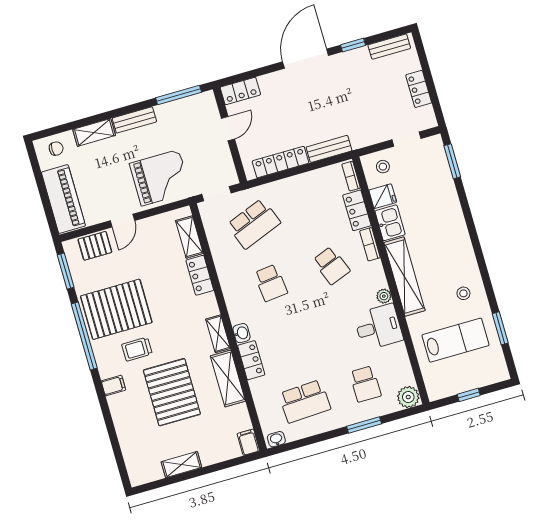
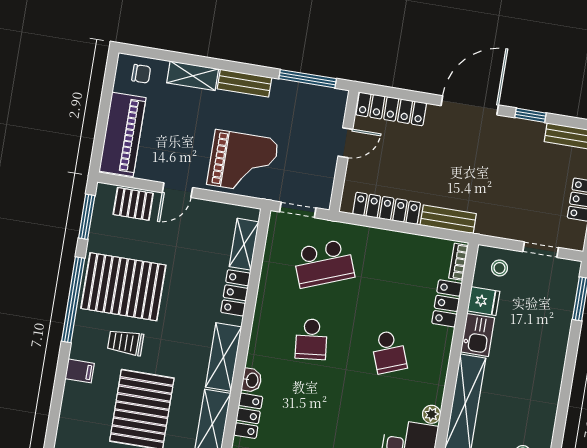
locker: (240, 91) -> (391, 109), width x1.53
bookcase: (370, 244) -> (443, 348), removed
shelving: (218, 334) -> (223, 357), width x1.50, depth x1.33

